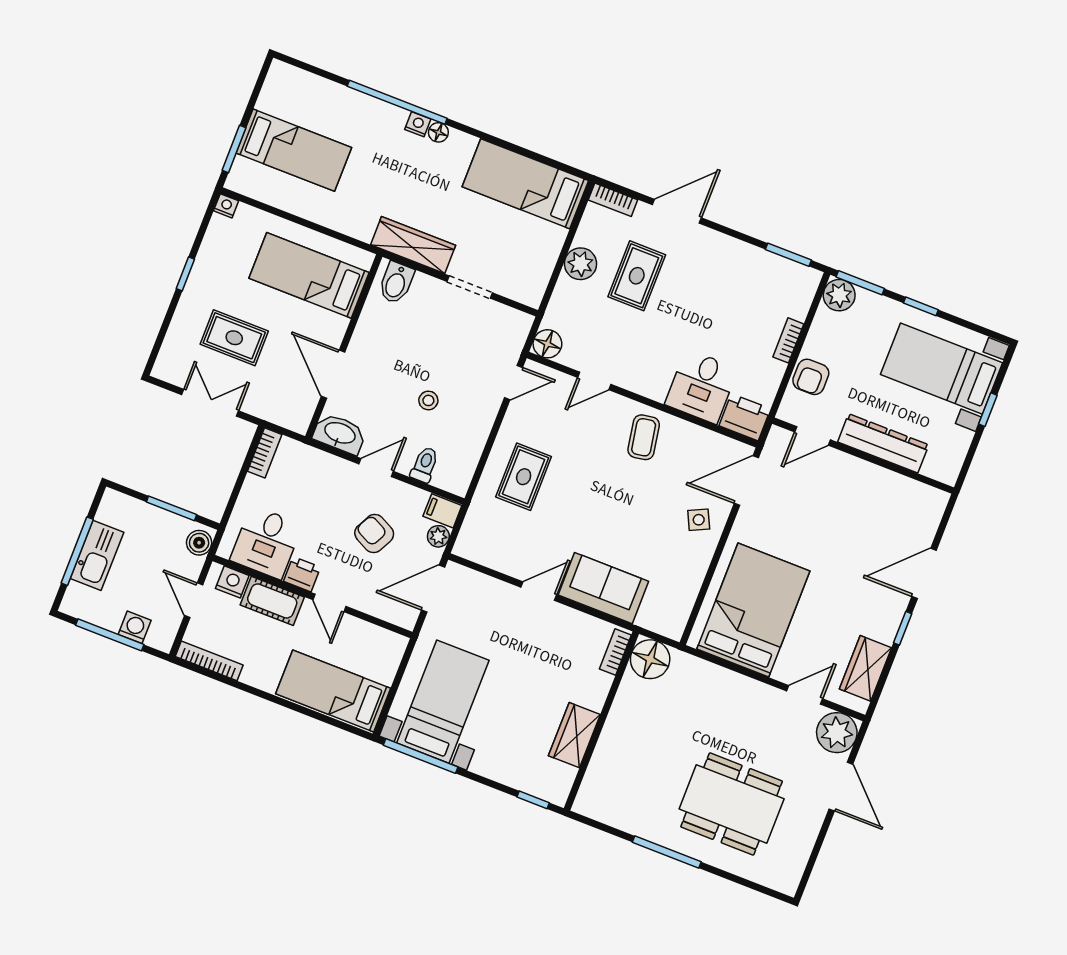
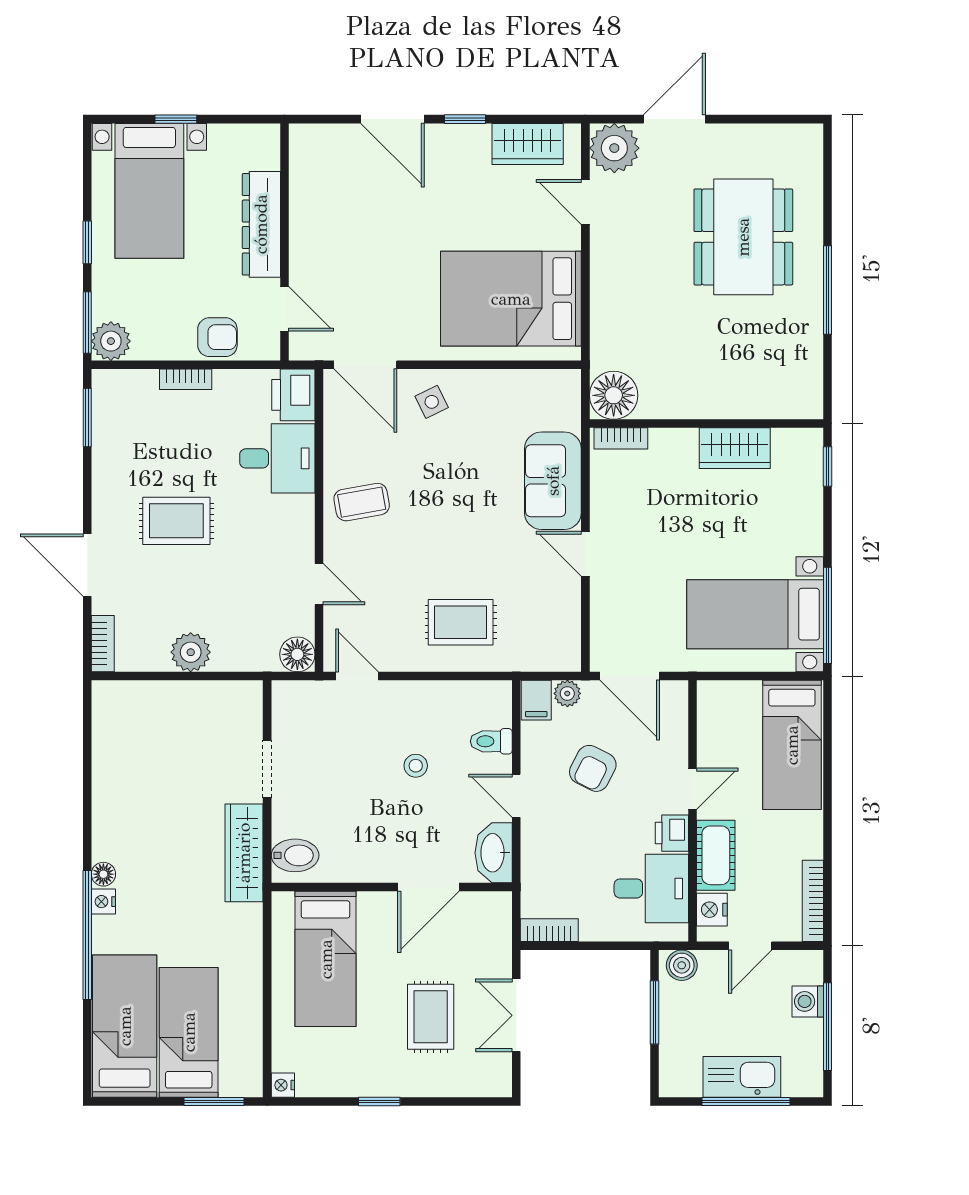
bed: (525, 184) -> (125, 1026), moved, turned 180
rug: (637, 276) -> (176, 521), moved

